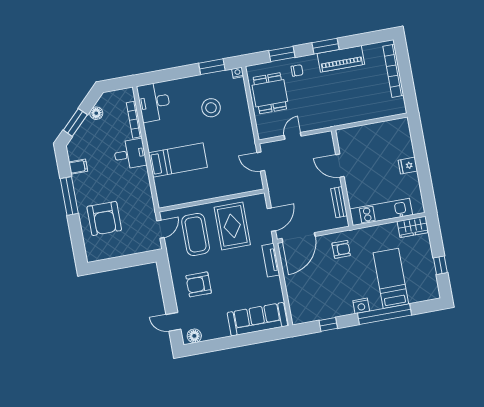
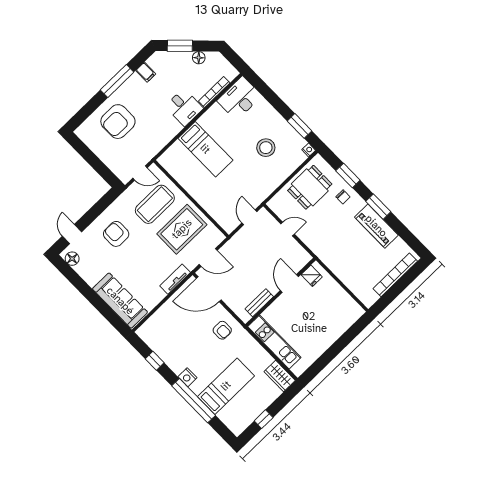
fridge: (408, 166) -> (312, 276), moved, turned 180

